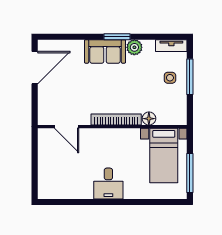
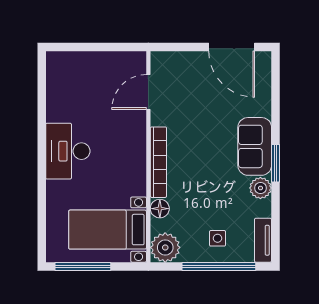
window: (190, 77) -> (219, 266), width x1.46
plant: (176, 115) -> (165, 247), added
desk: (108, 184) -> (68, 151), width x1.37

